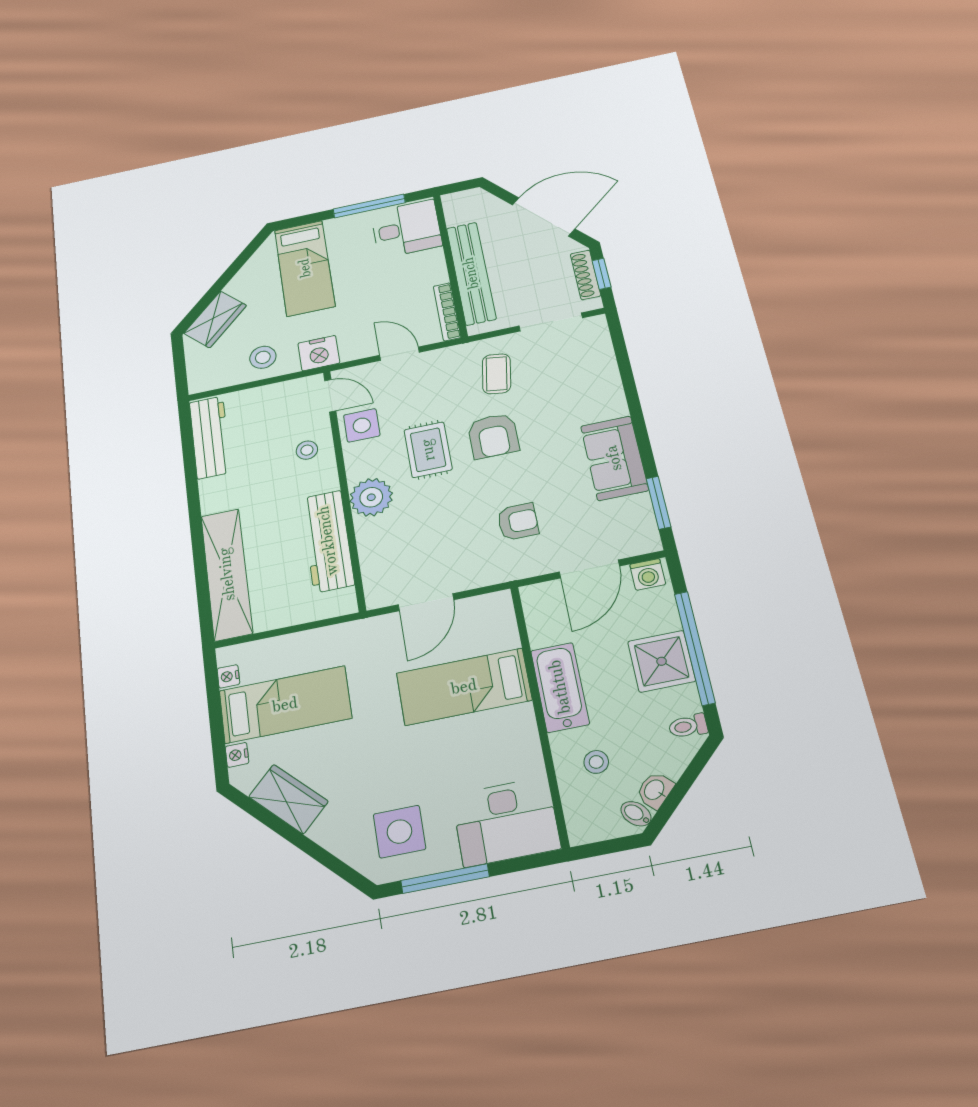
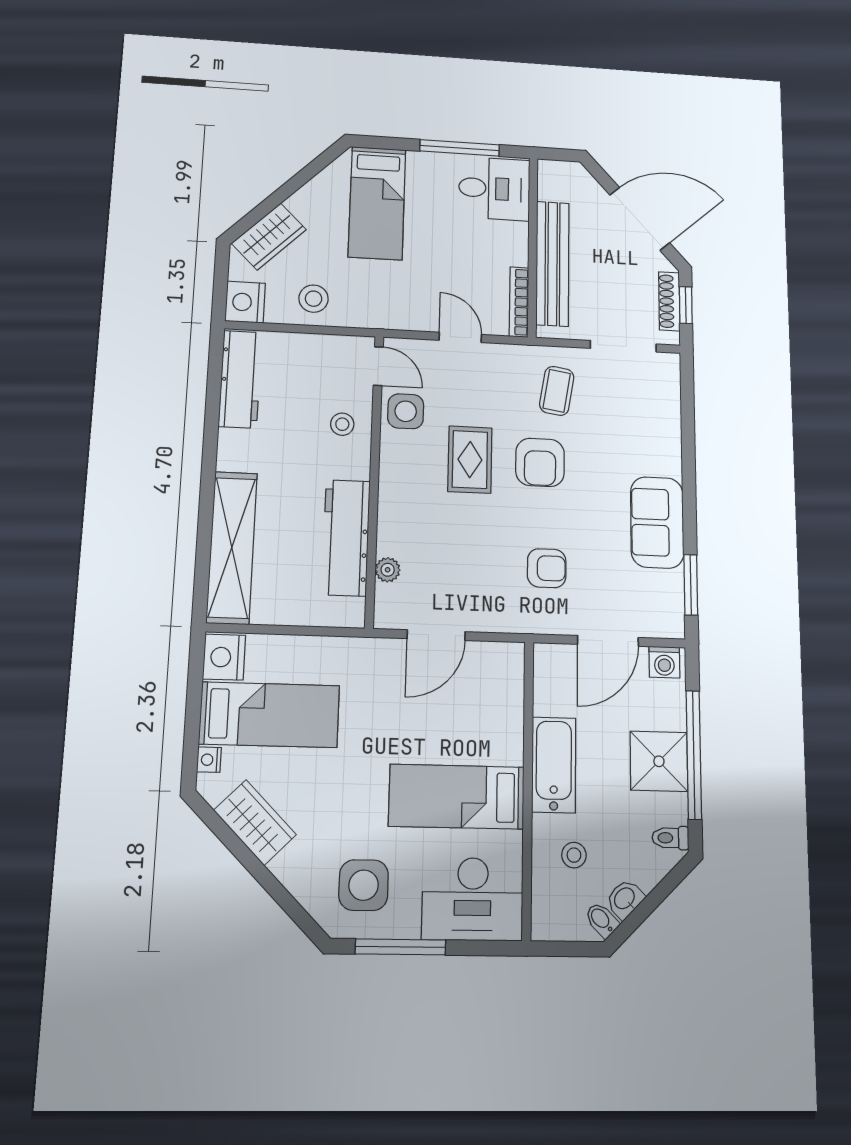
nightstand: (319, 353) -> (245, 302), moved, turned 90
plant: (371, 497) -> (388, 570), moved, width x0.53, depth x0.53
nightstand: (228, 676) -> (224, 657), width x1.89, depth x1.79
bed: (464, 687) -> (457, 797), moved

